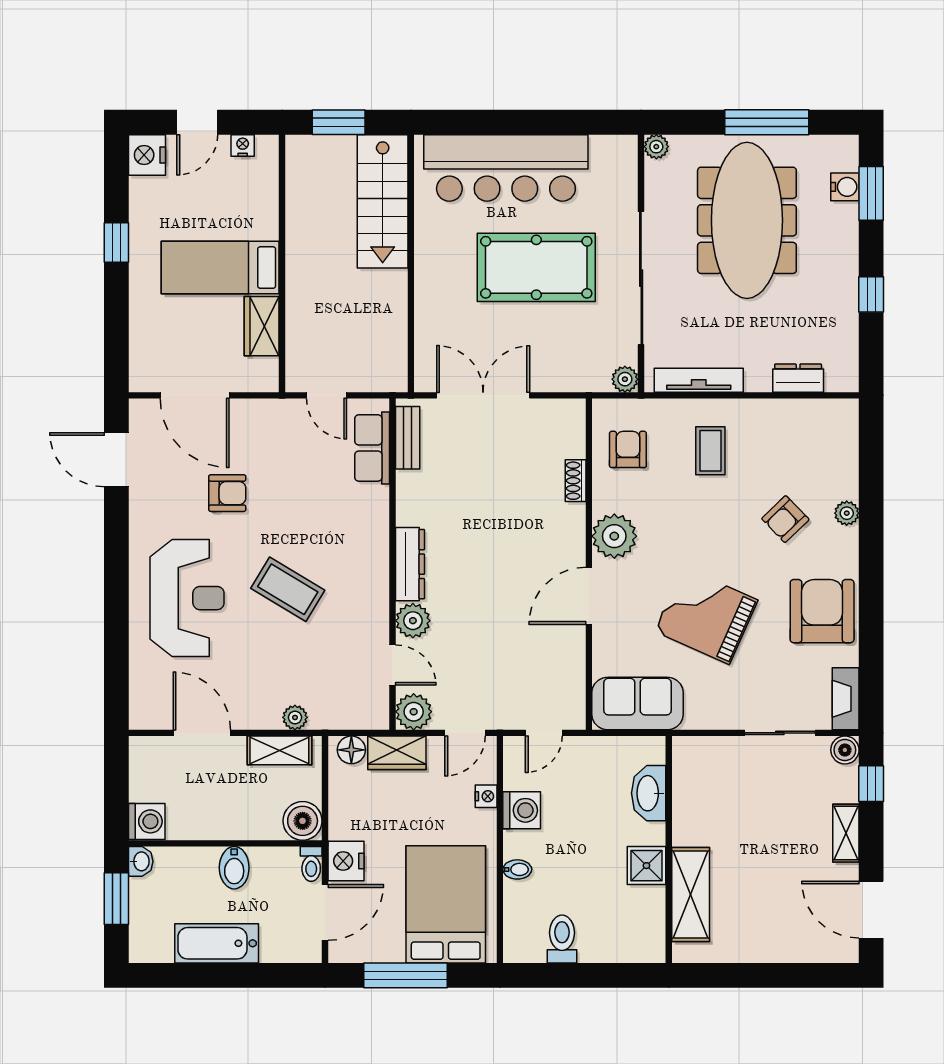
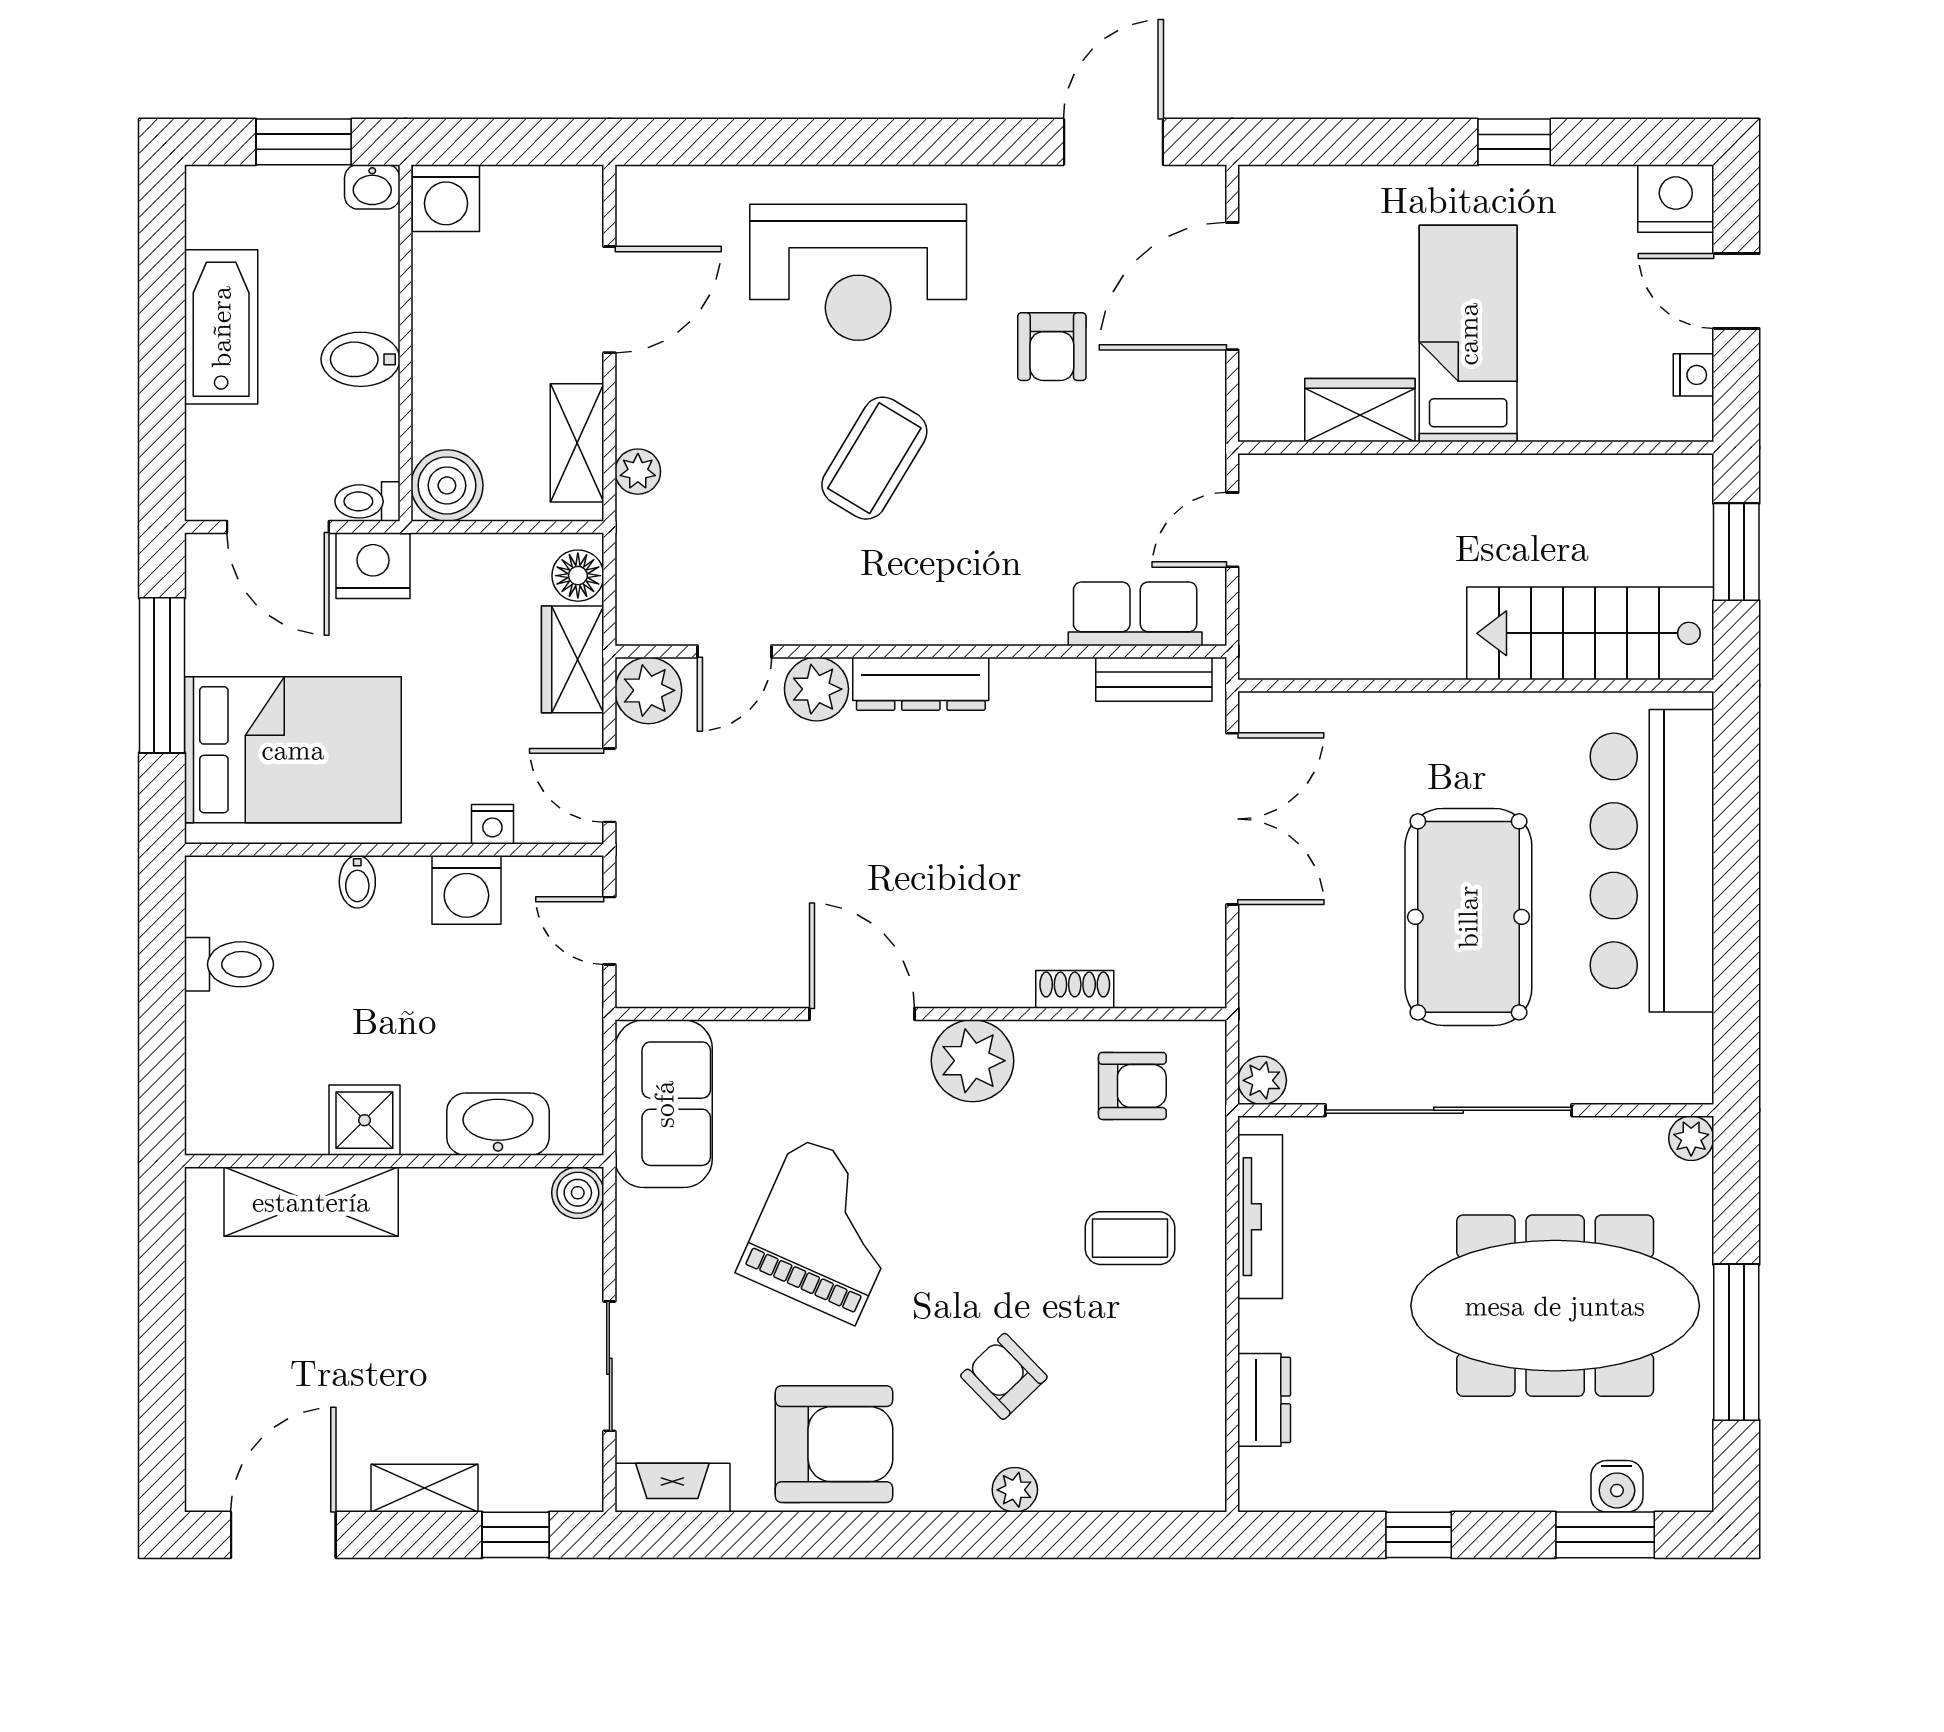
boiler: (845, 750) -> (578, 1193), moved

